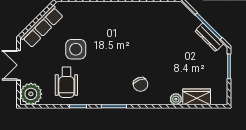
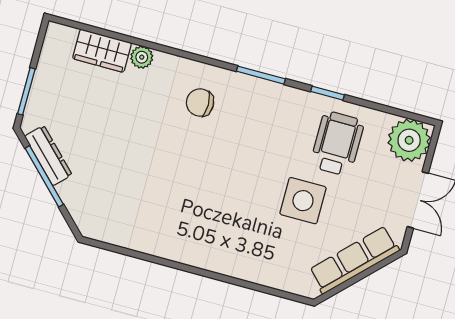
chair: (141, 84) -> (200, 103), turned -68

